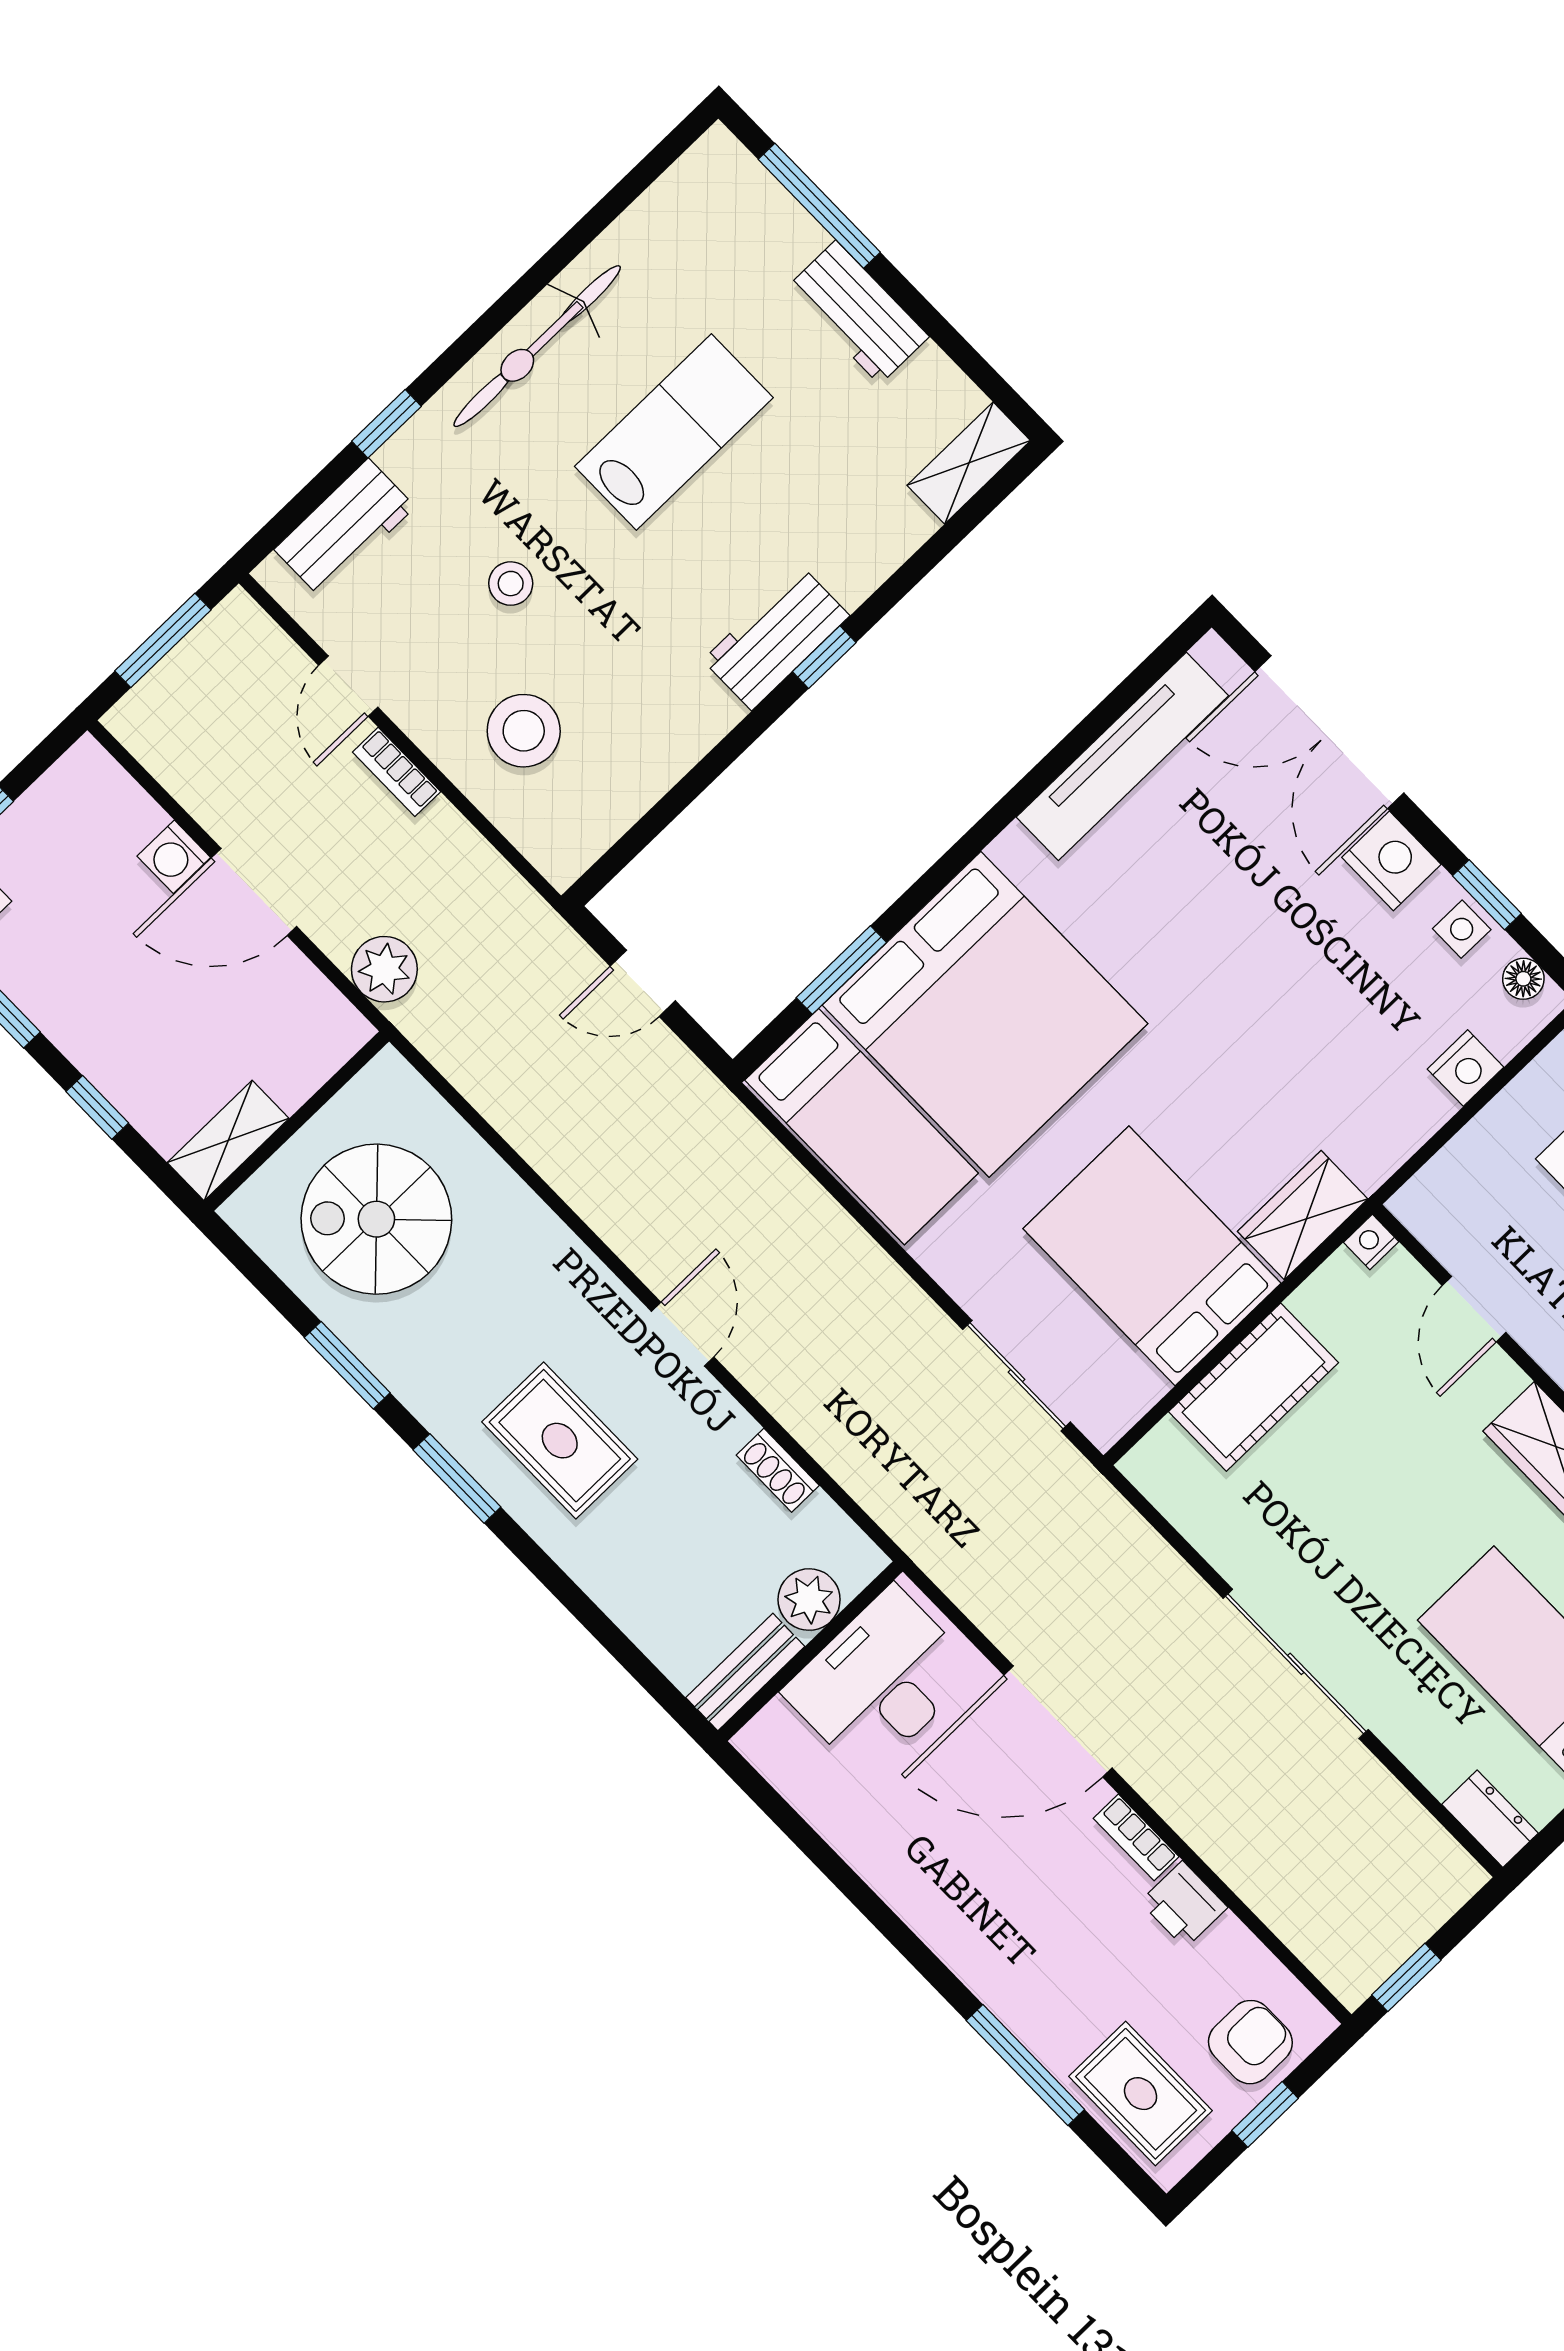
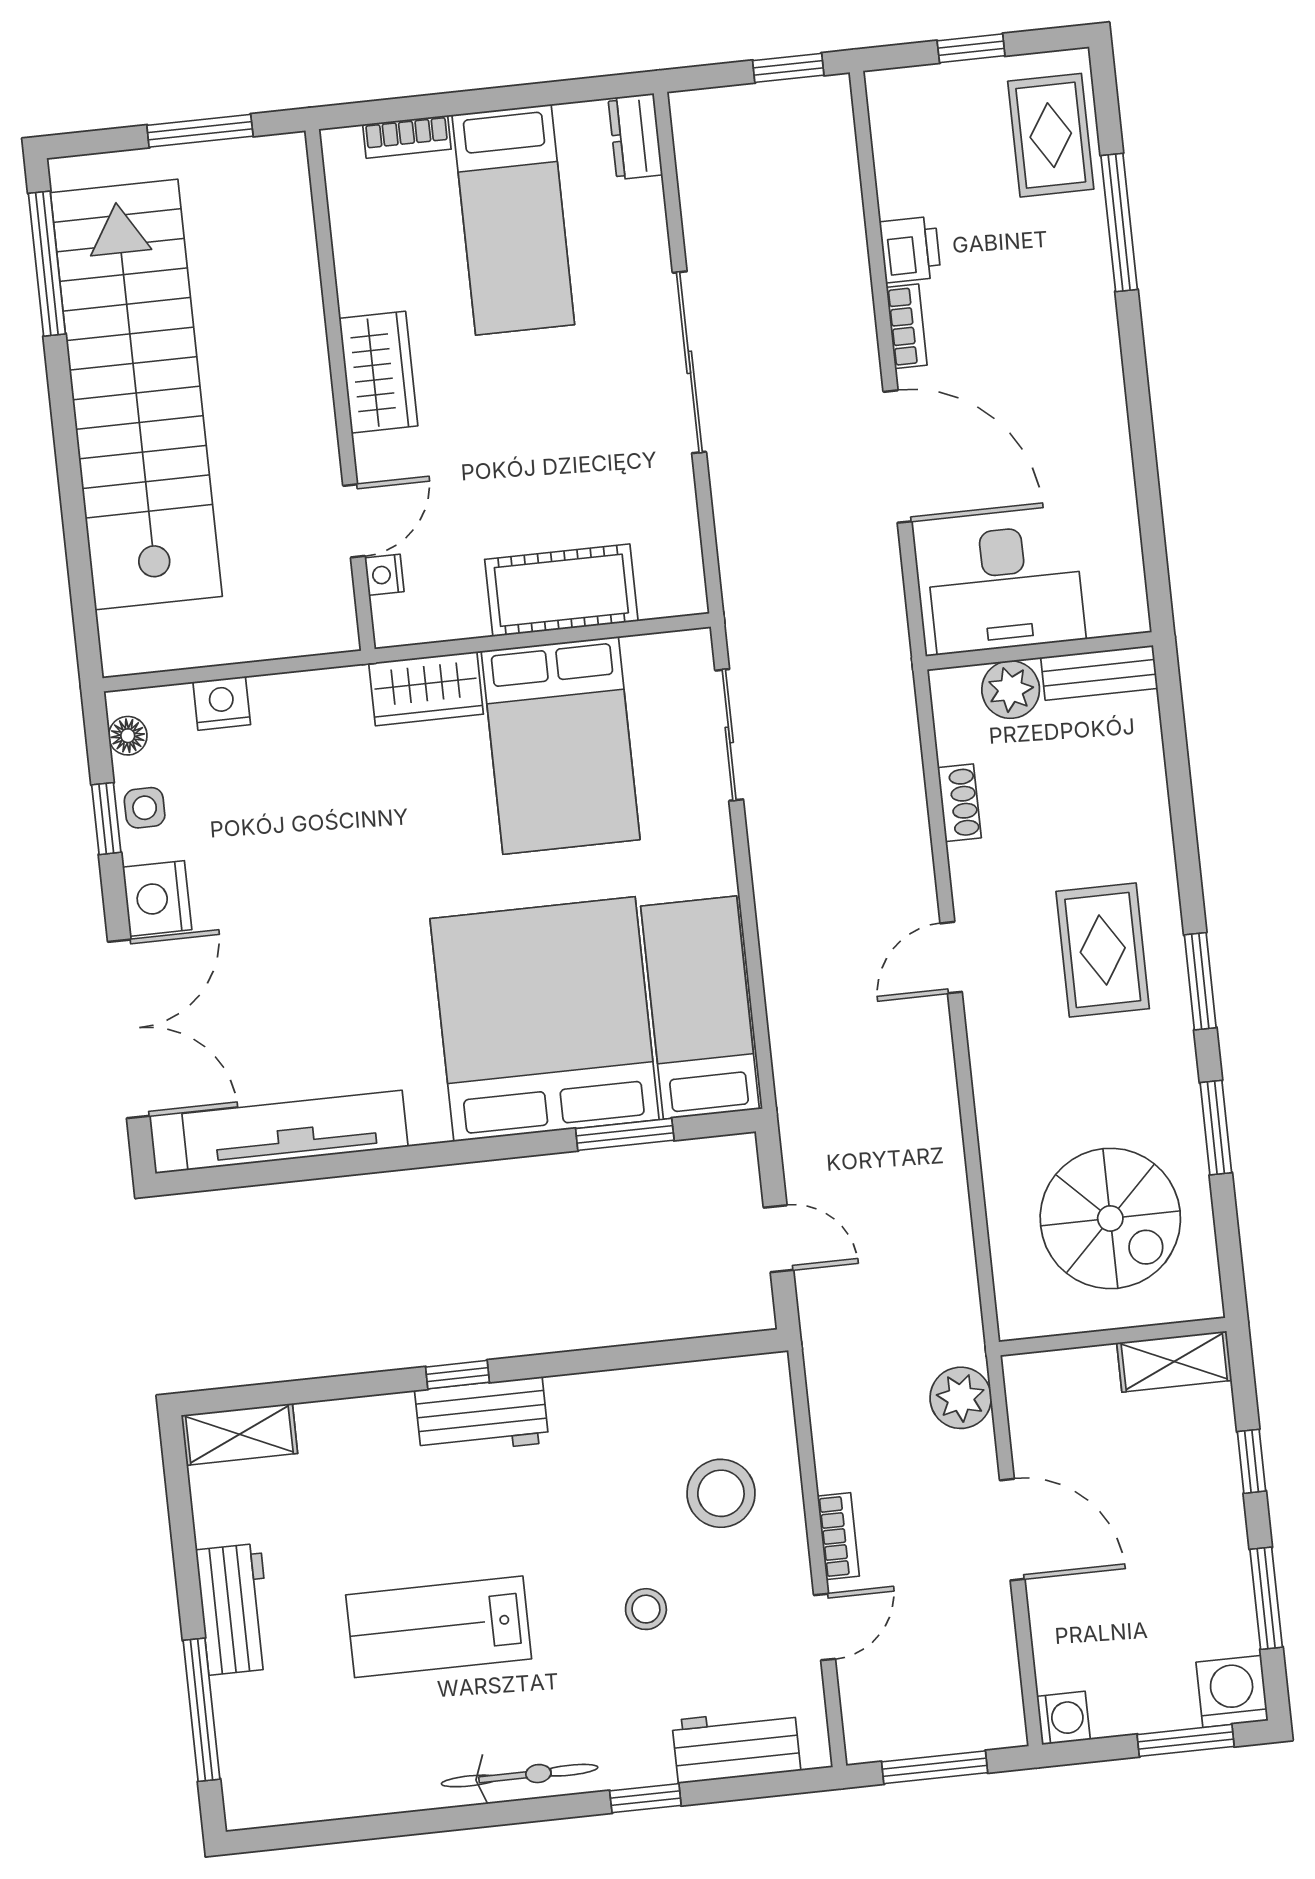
bicycle: (537, 346) -> (520, 1776), width x0.73, depth x0.71
washing machine: (174, 857) -> (1063, 1718), moved
nightstand: (1371, 1242) -> (384, 575), moved, turned 90
armchair: (1250, 2042) -> (940, 110), removed

